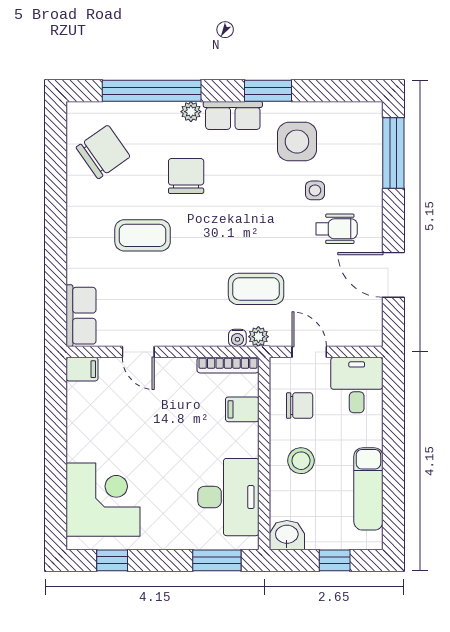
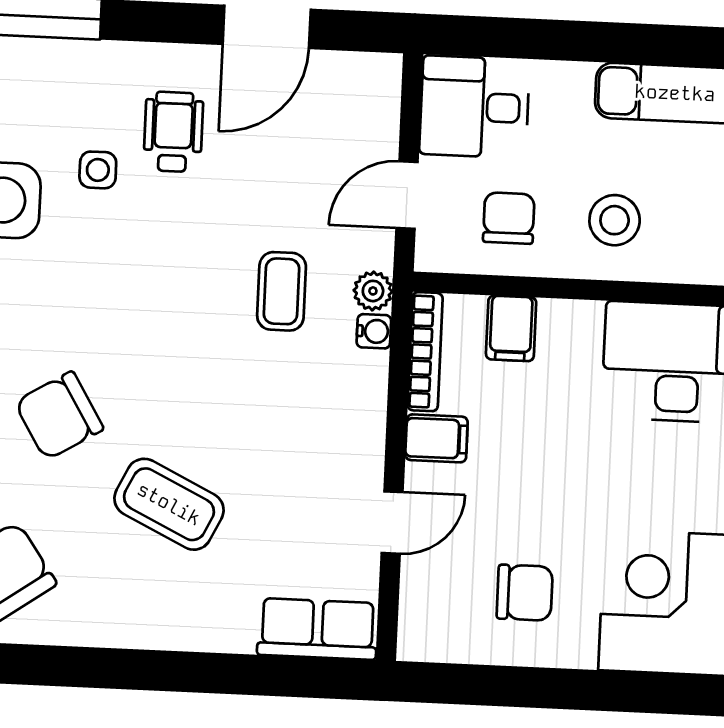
chair: (186, 176) -> (59, 416), turned -31
coffee table: (143, 235) -> (169, 504), turned -64
coffee table: (256, 289) -> (282, 291), width x0.73, depth x0.77
filing cabinet: (82, 369) -> (436, 438), moved, turned 90
chair: (105, 423) -> (525, 593), added

